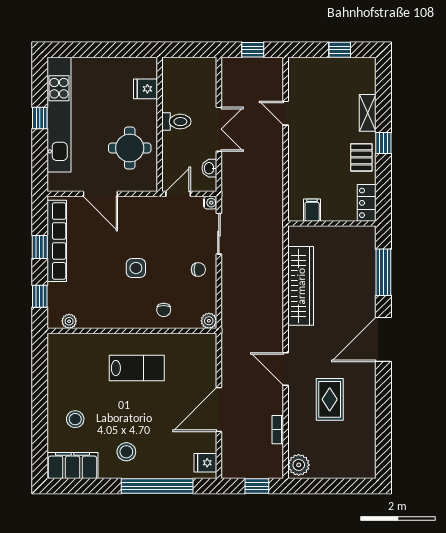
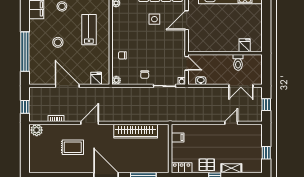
toilet: (176, 122) -> (238, 62), moved
double door: (219, 129) -> (241, 86), moved
round table: (130, 148) -> (212, 37), removed
side table: (136, 268) -> (154, 19), moved
lab bench: (137, 368) -> (89, 30), moved, turned 180
stool: (126, 452) -> (58, 42), moved
fridge: (205, 463) -> (96, 78), moved

